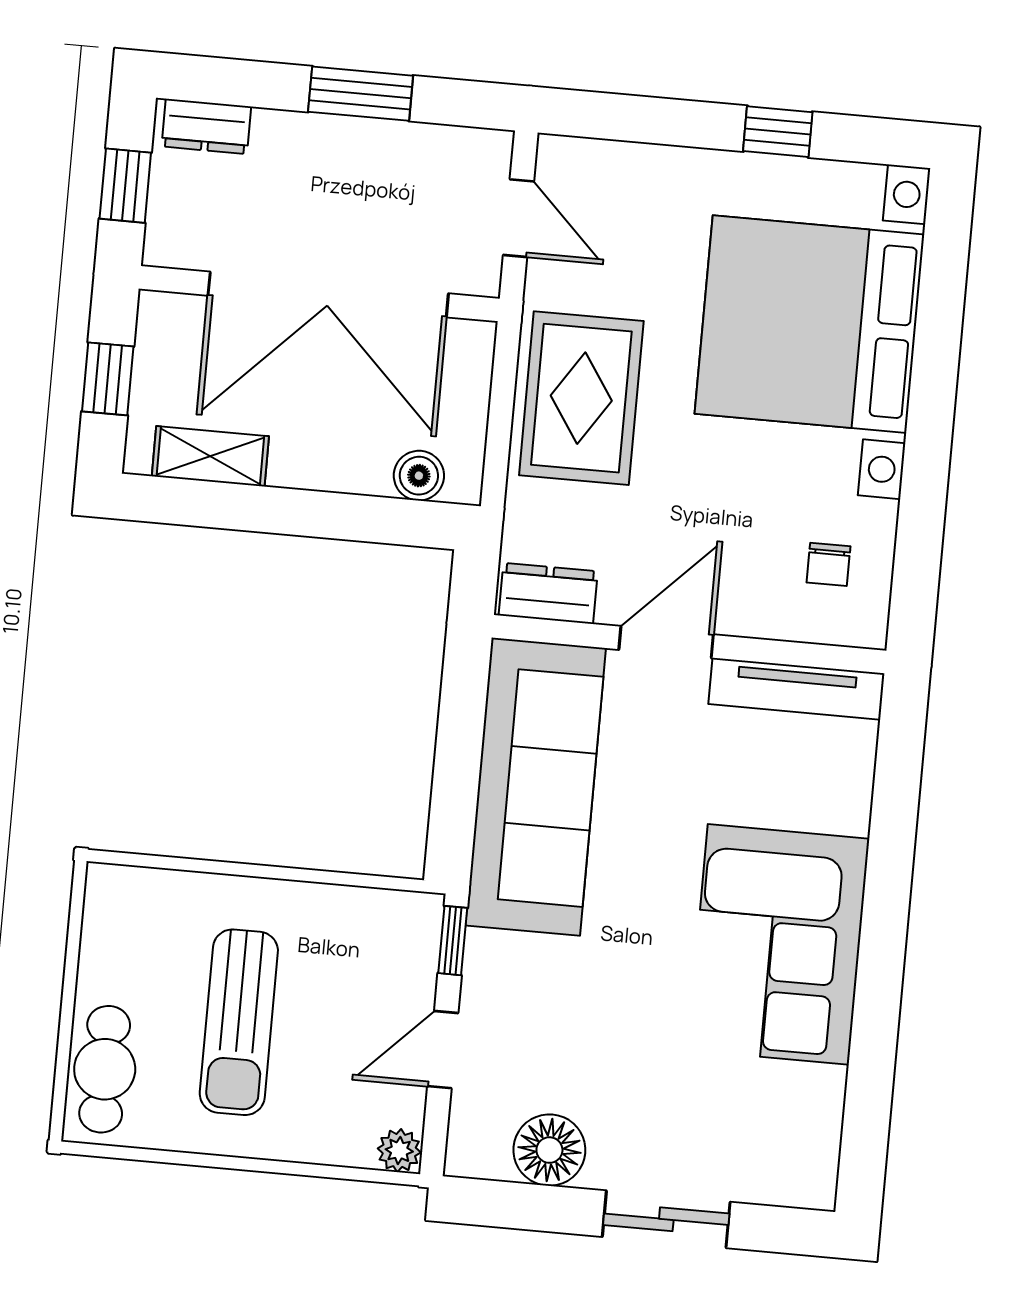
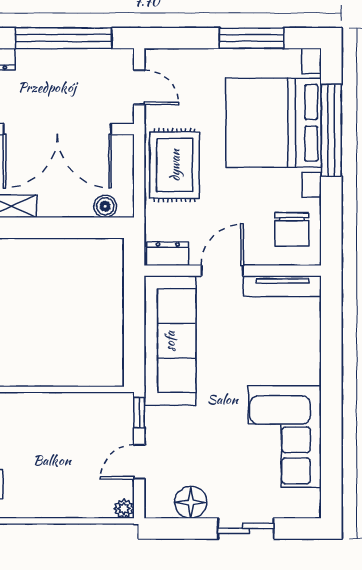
window: (361, 94) -> (64, 38), width x2.11
window: (778, 132) -> (251, 38), width x2.17
window: (936, 352) -> (331, 130), added
chair: (829, 564) -> (292, 229), width x1.87, depth x1.87
corner sofa: (778, 944) -> (285, 436), moved
sun lounger: (239, 1022) -> (47, 458), removed

